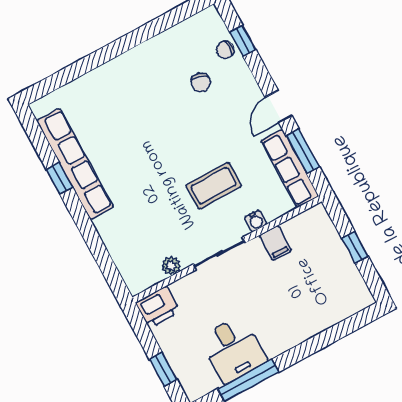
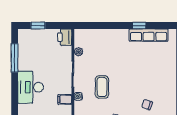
row of seats: (75, 164) -> (149, 35), width x0.73
desk: (233, 349) -> (31, 87), moved, width x1.37

